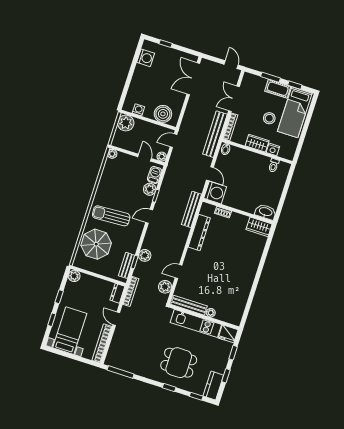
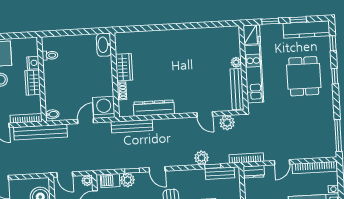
wardrobe: (259, 227) -> (124, 67), moved
kitchen counter: (213, 386) -> (306, 30), width x1.50

